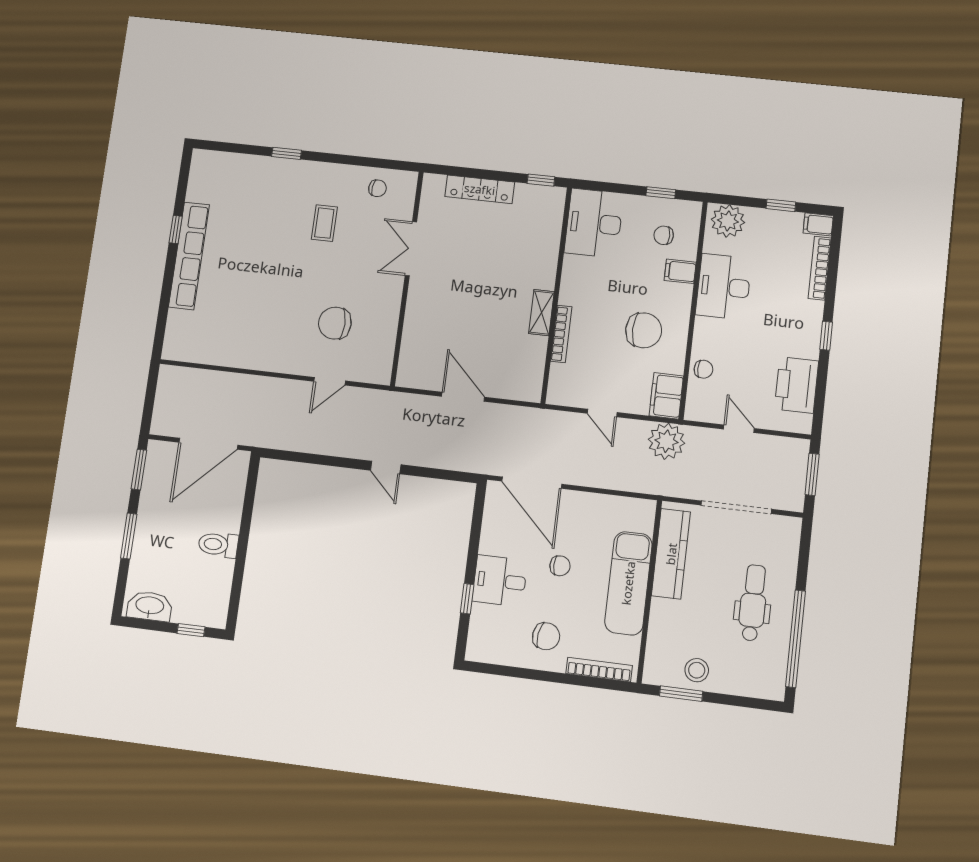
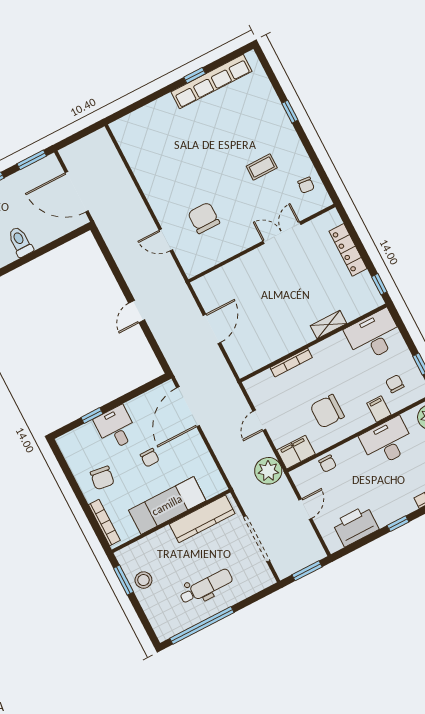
row of seats: (189, 256) -> (211, 82), moved
shelving: (541, 313) -> (329, 325), moved
chair: (644, 330) -> (327, 411), turned 90

